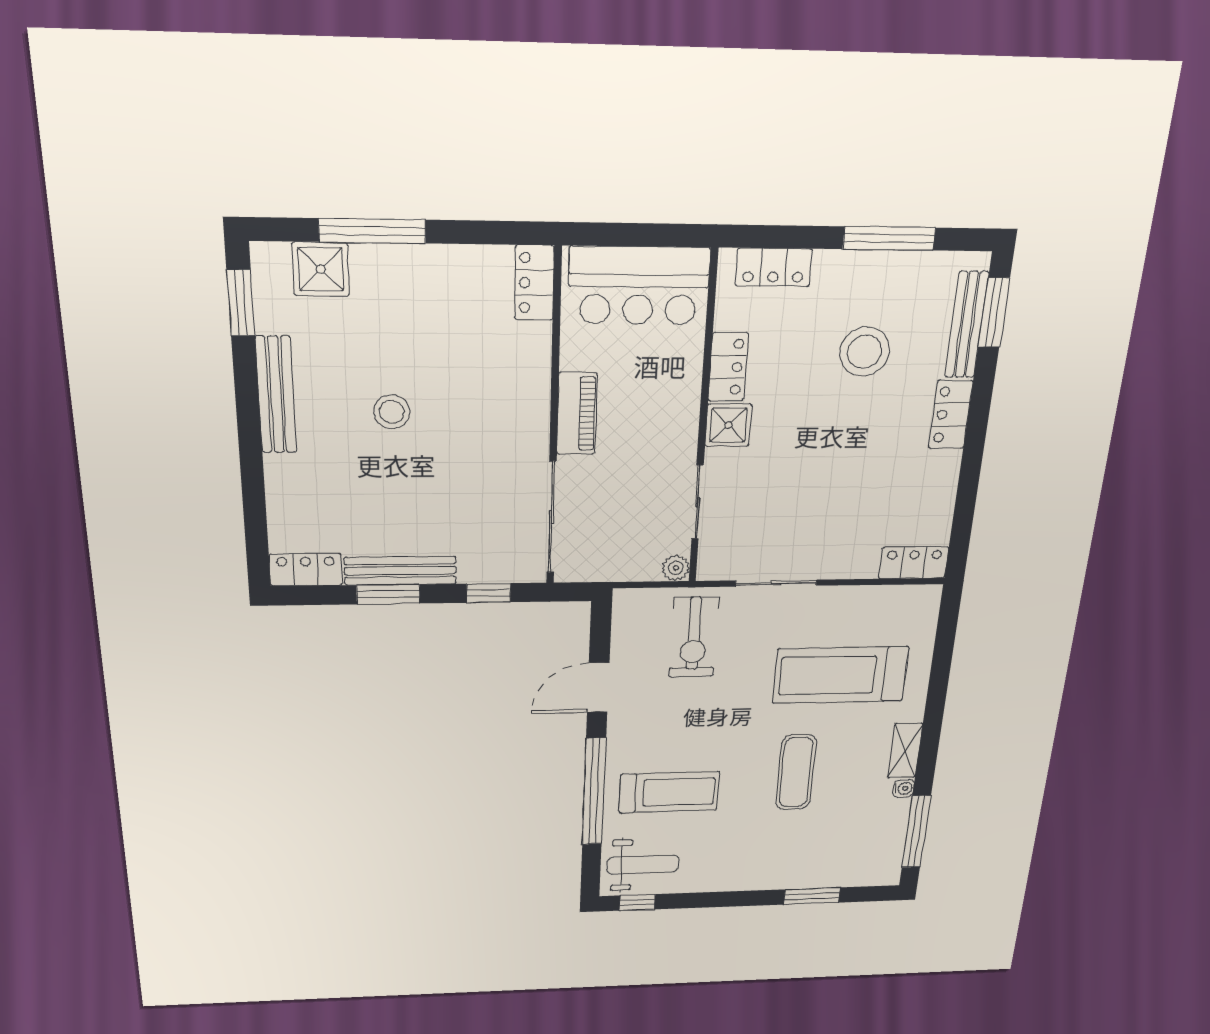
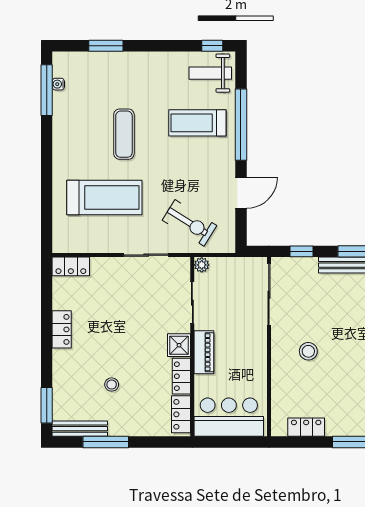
locker: (774, 267) -> (181, 414), moved, turned -90
locker: (534, 283) -> (306, 427), moved, turned -90
bench: (967, 325) -> (80, 429), moved, turned 90
stool: (865, 352) -> (112, 385), width x0.53, depth x0.53
stool: (392, 412) -> (308, 351), moved
piano: (577, 414) -> (204, 352), moved, turned 180
locker: (951, 415) -> (62, 329), moved
exercise bike: (694, 637) -> (189, 223), turned 122
shelving: (905, 751) -> (61, 147), removed
water cooler: (904, 788) -> (58, 84), moved

